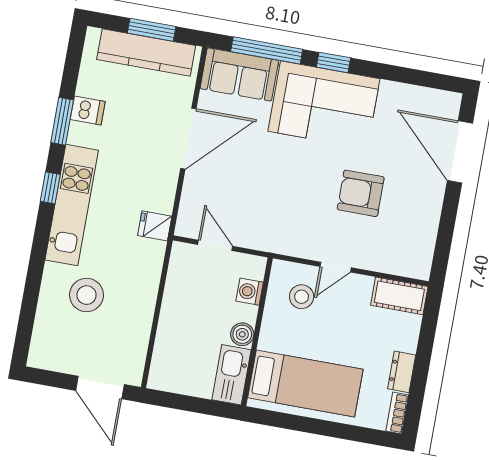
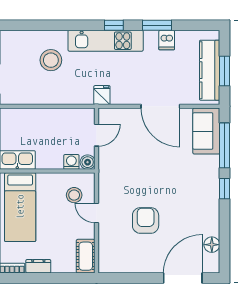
floor lamp: (416, 98) -> (212, 245), added
corner sofa: (324, 105) -> (197, 187), removed
boiler: (242, 334) -> (88, 162), moved

